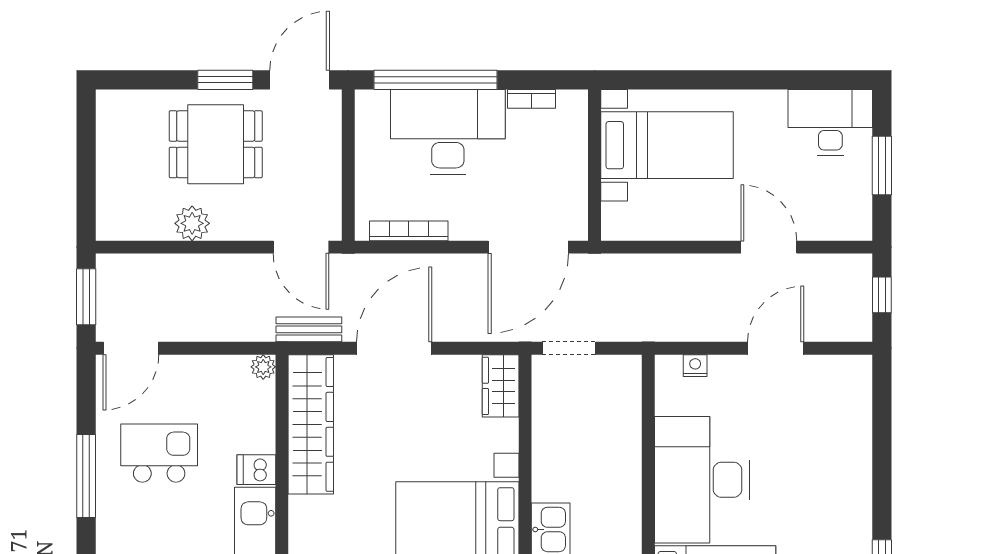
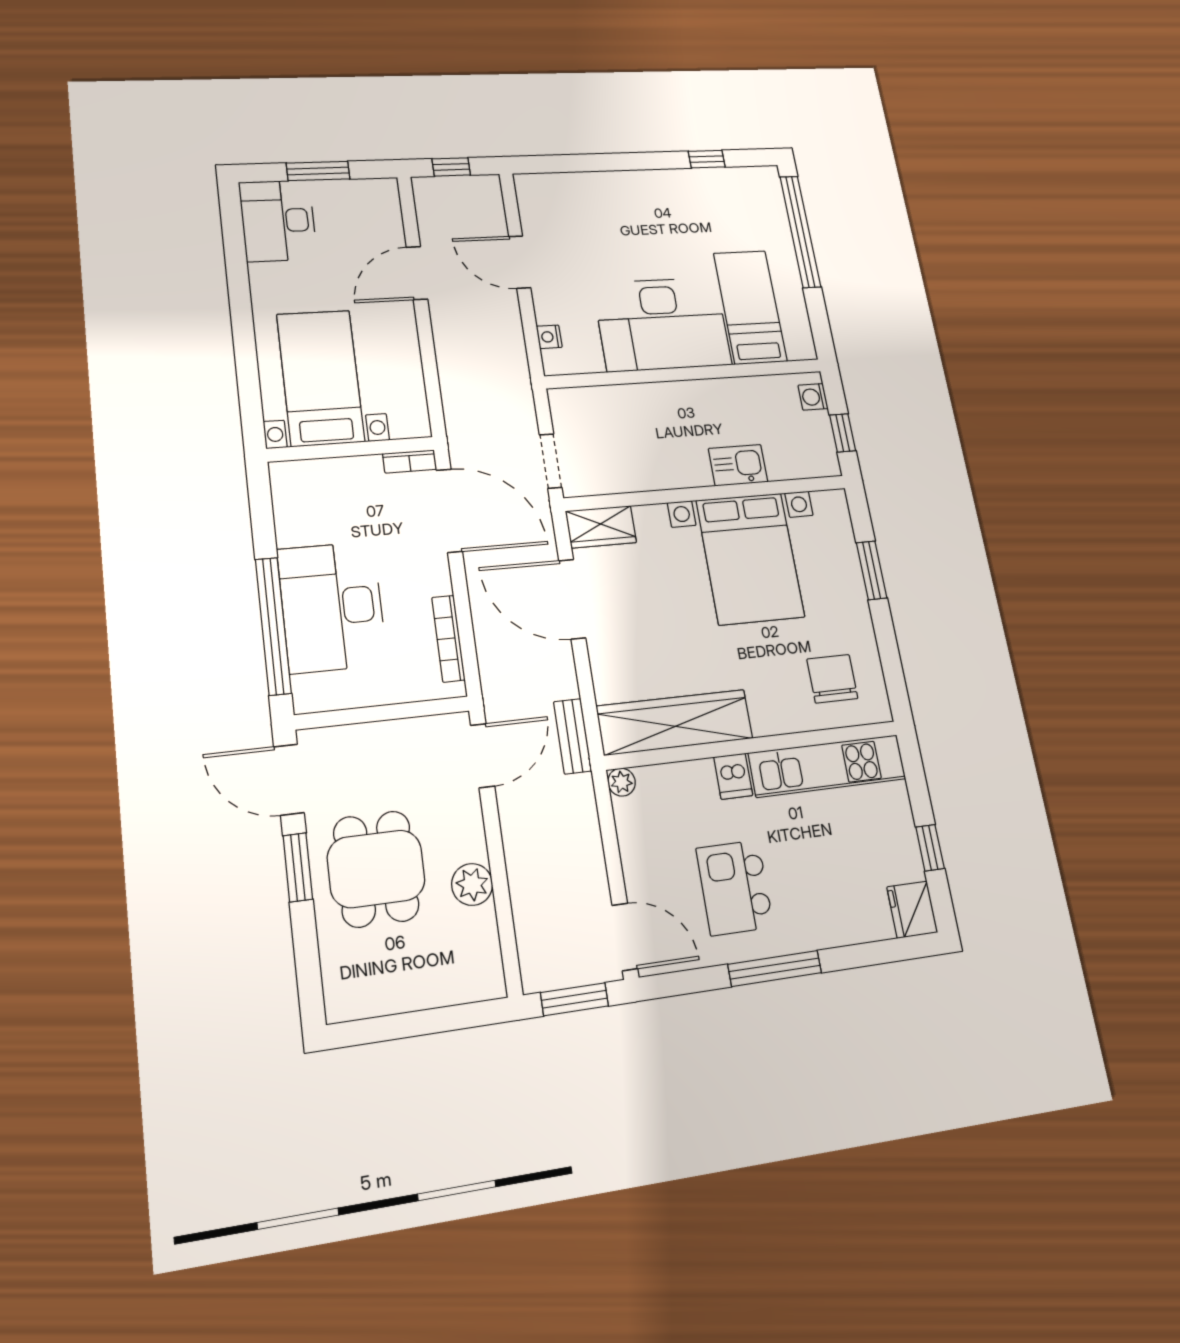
bookcase: (531, 99) -> (410, 461), moved, turned 90
door: (394, 348) -> (572, 599), moved

